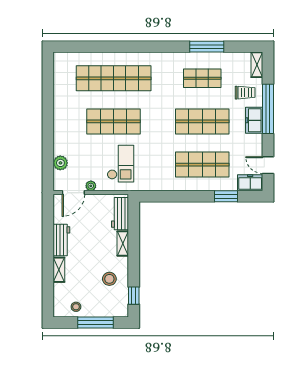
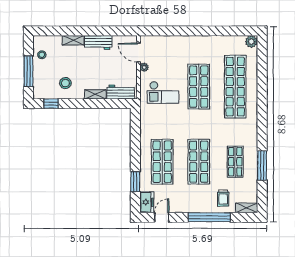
freezer: (254, 120) -> (200, 206), removed
plant: (60, 163) -> (251, 42), moved

